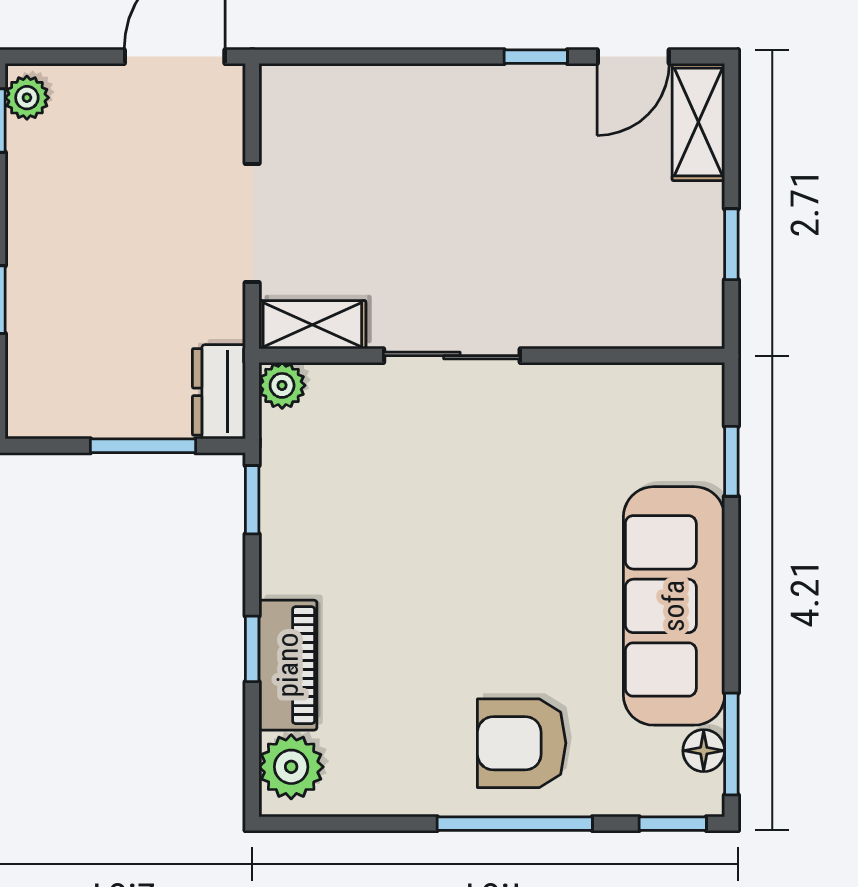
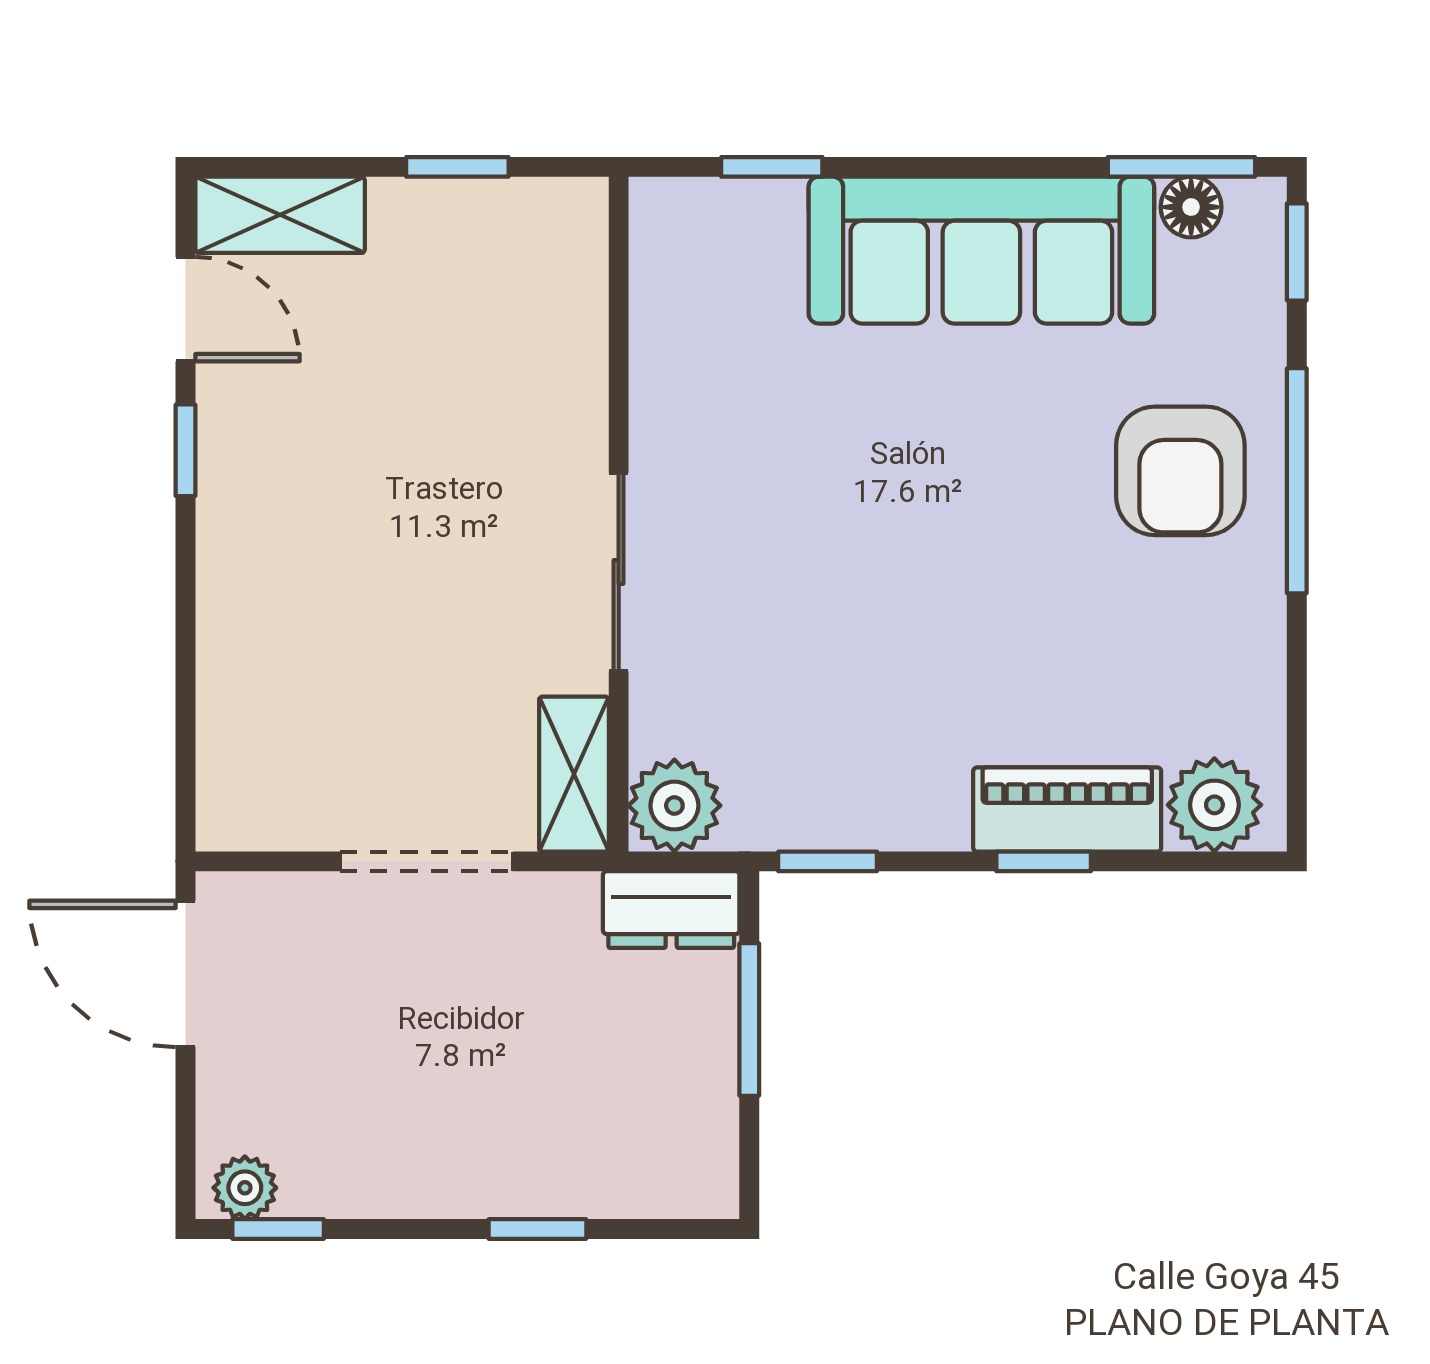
plant: (282, 385) -> (674, 806), width x1.38, depth x1.38

